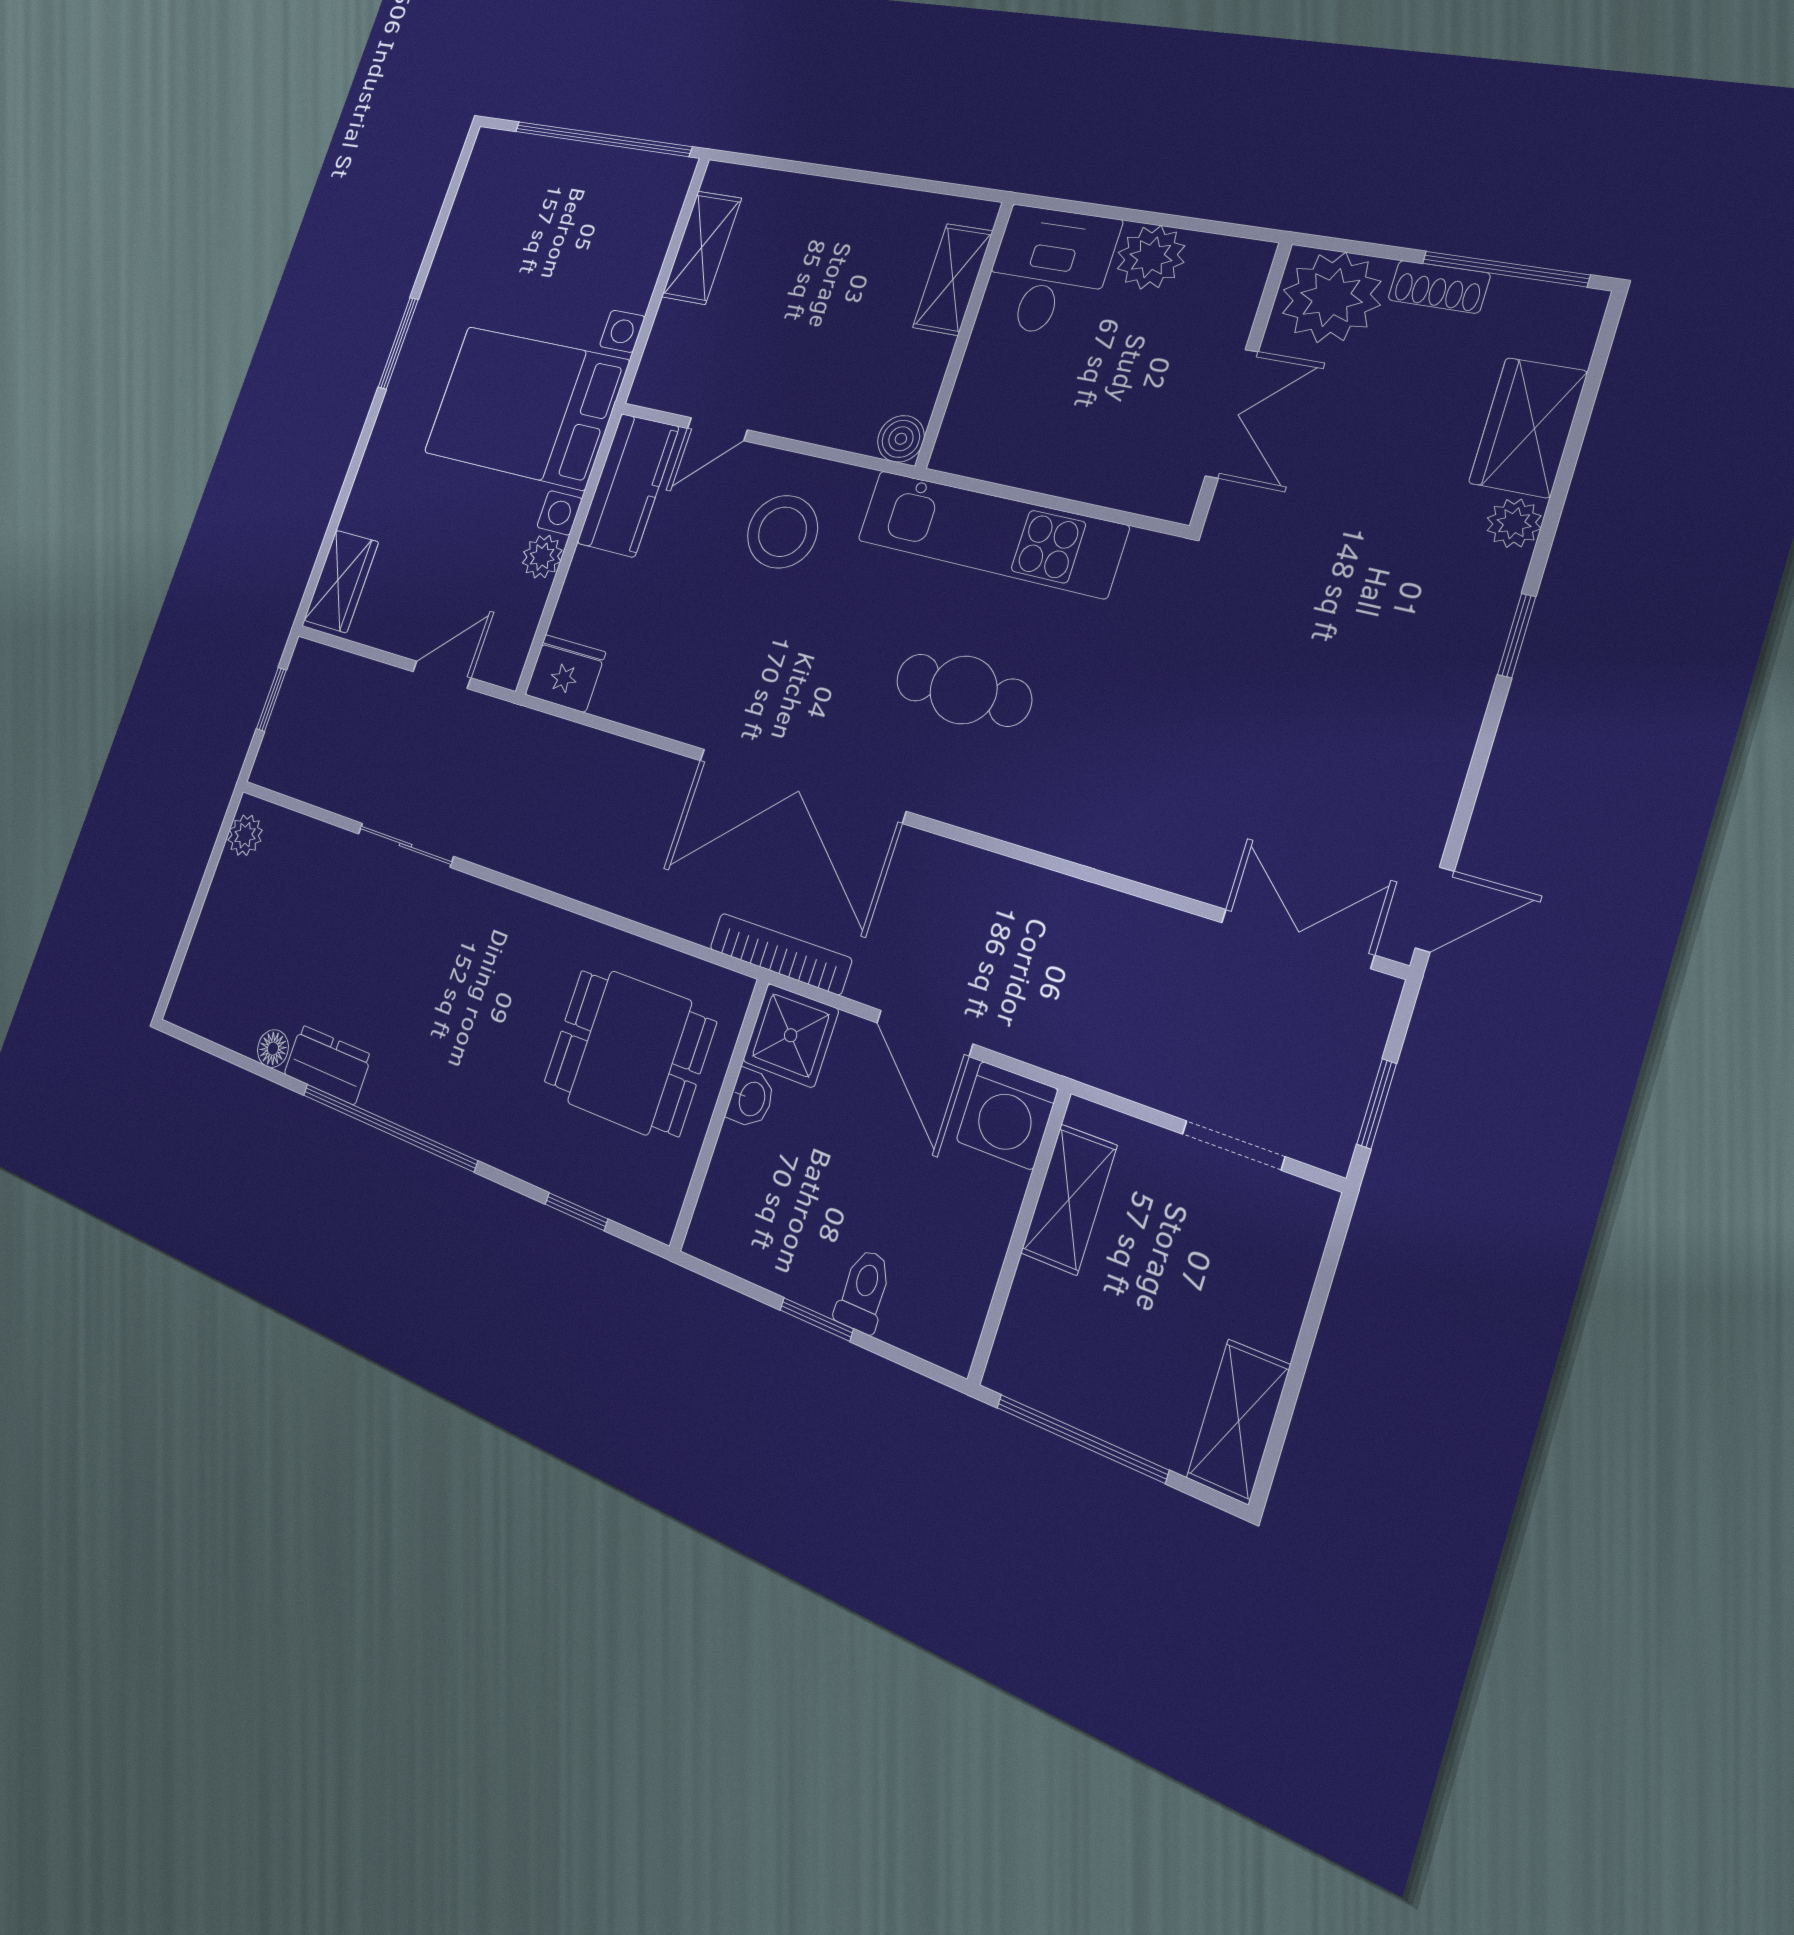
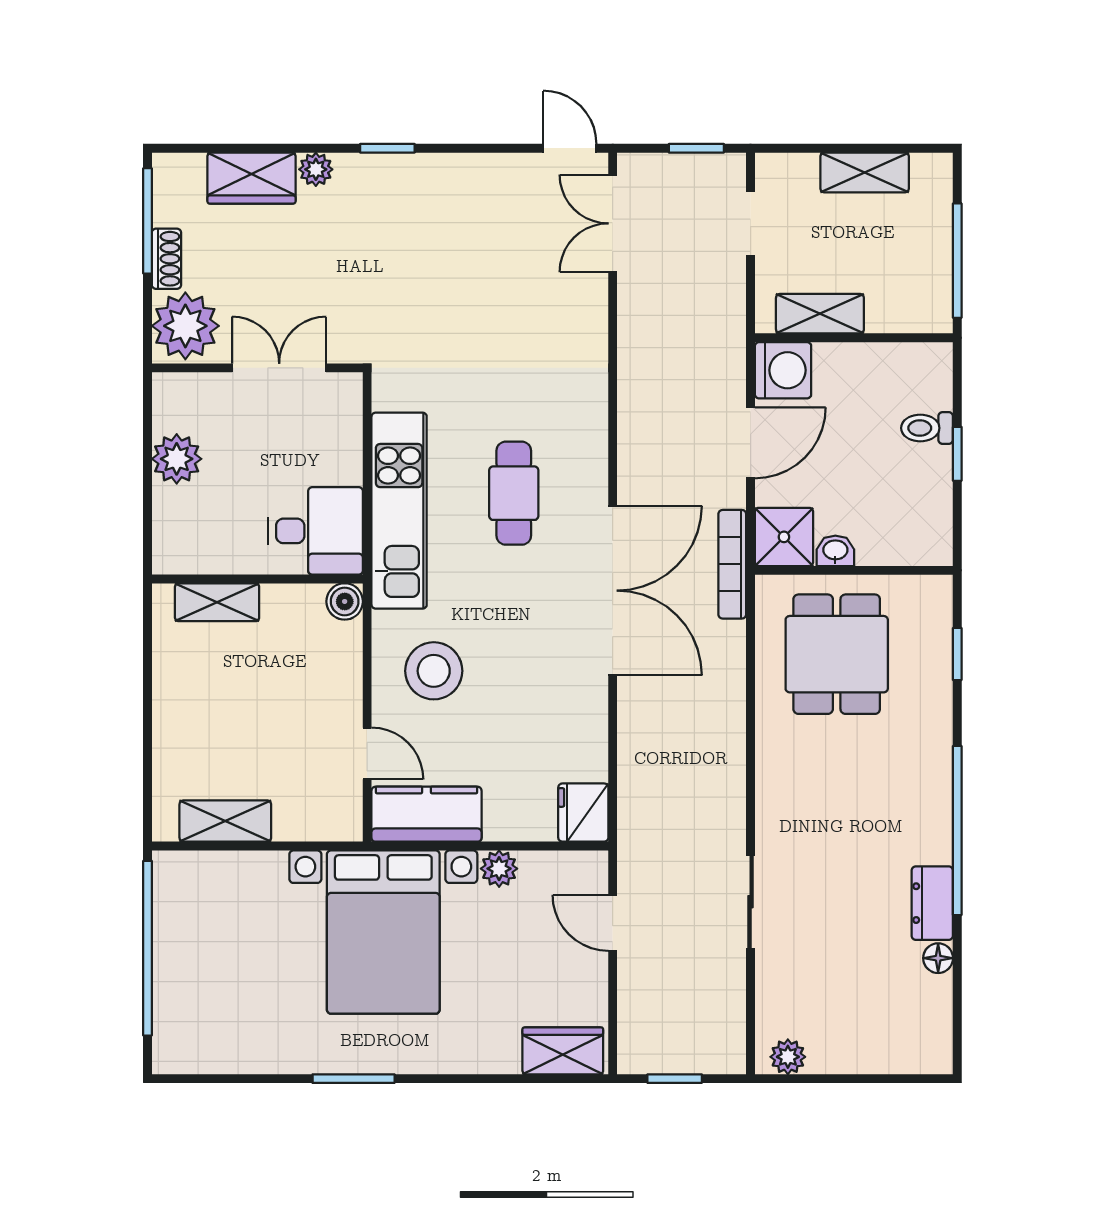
desk: (1048, 271) -> (316, 531), moved, turned 180
shelving: (1238, 1421) -> (865, 172), moved

